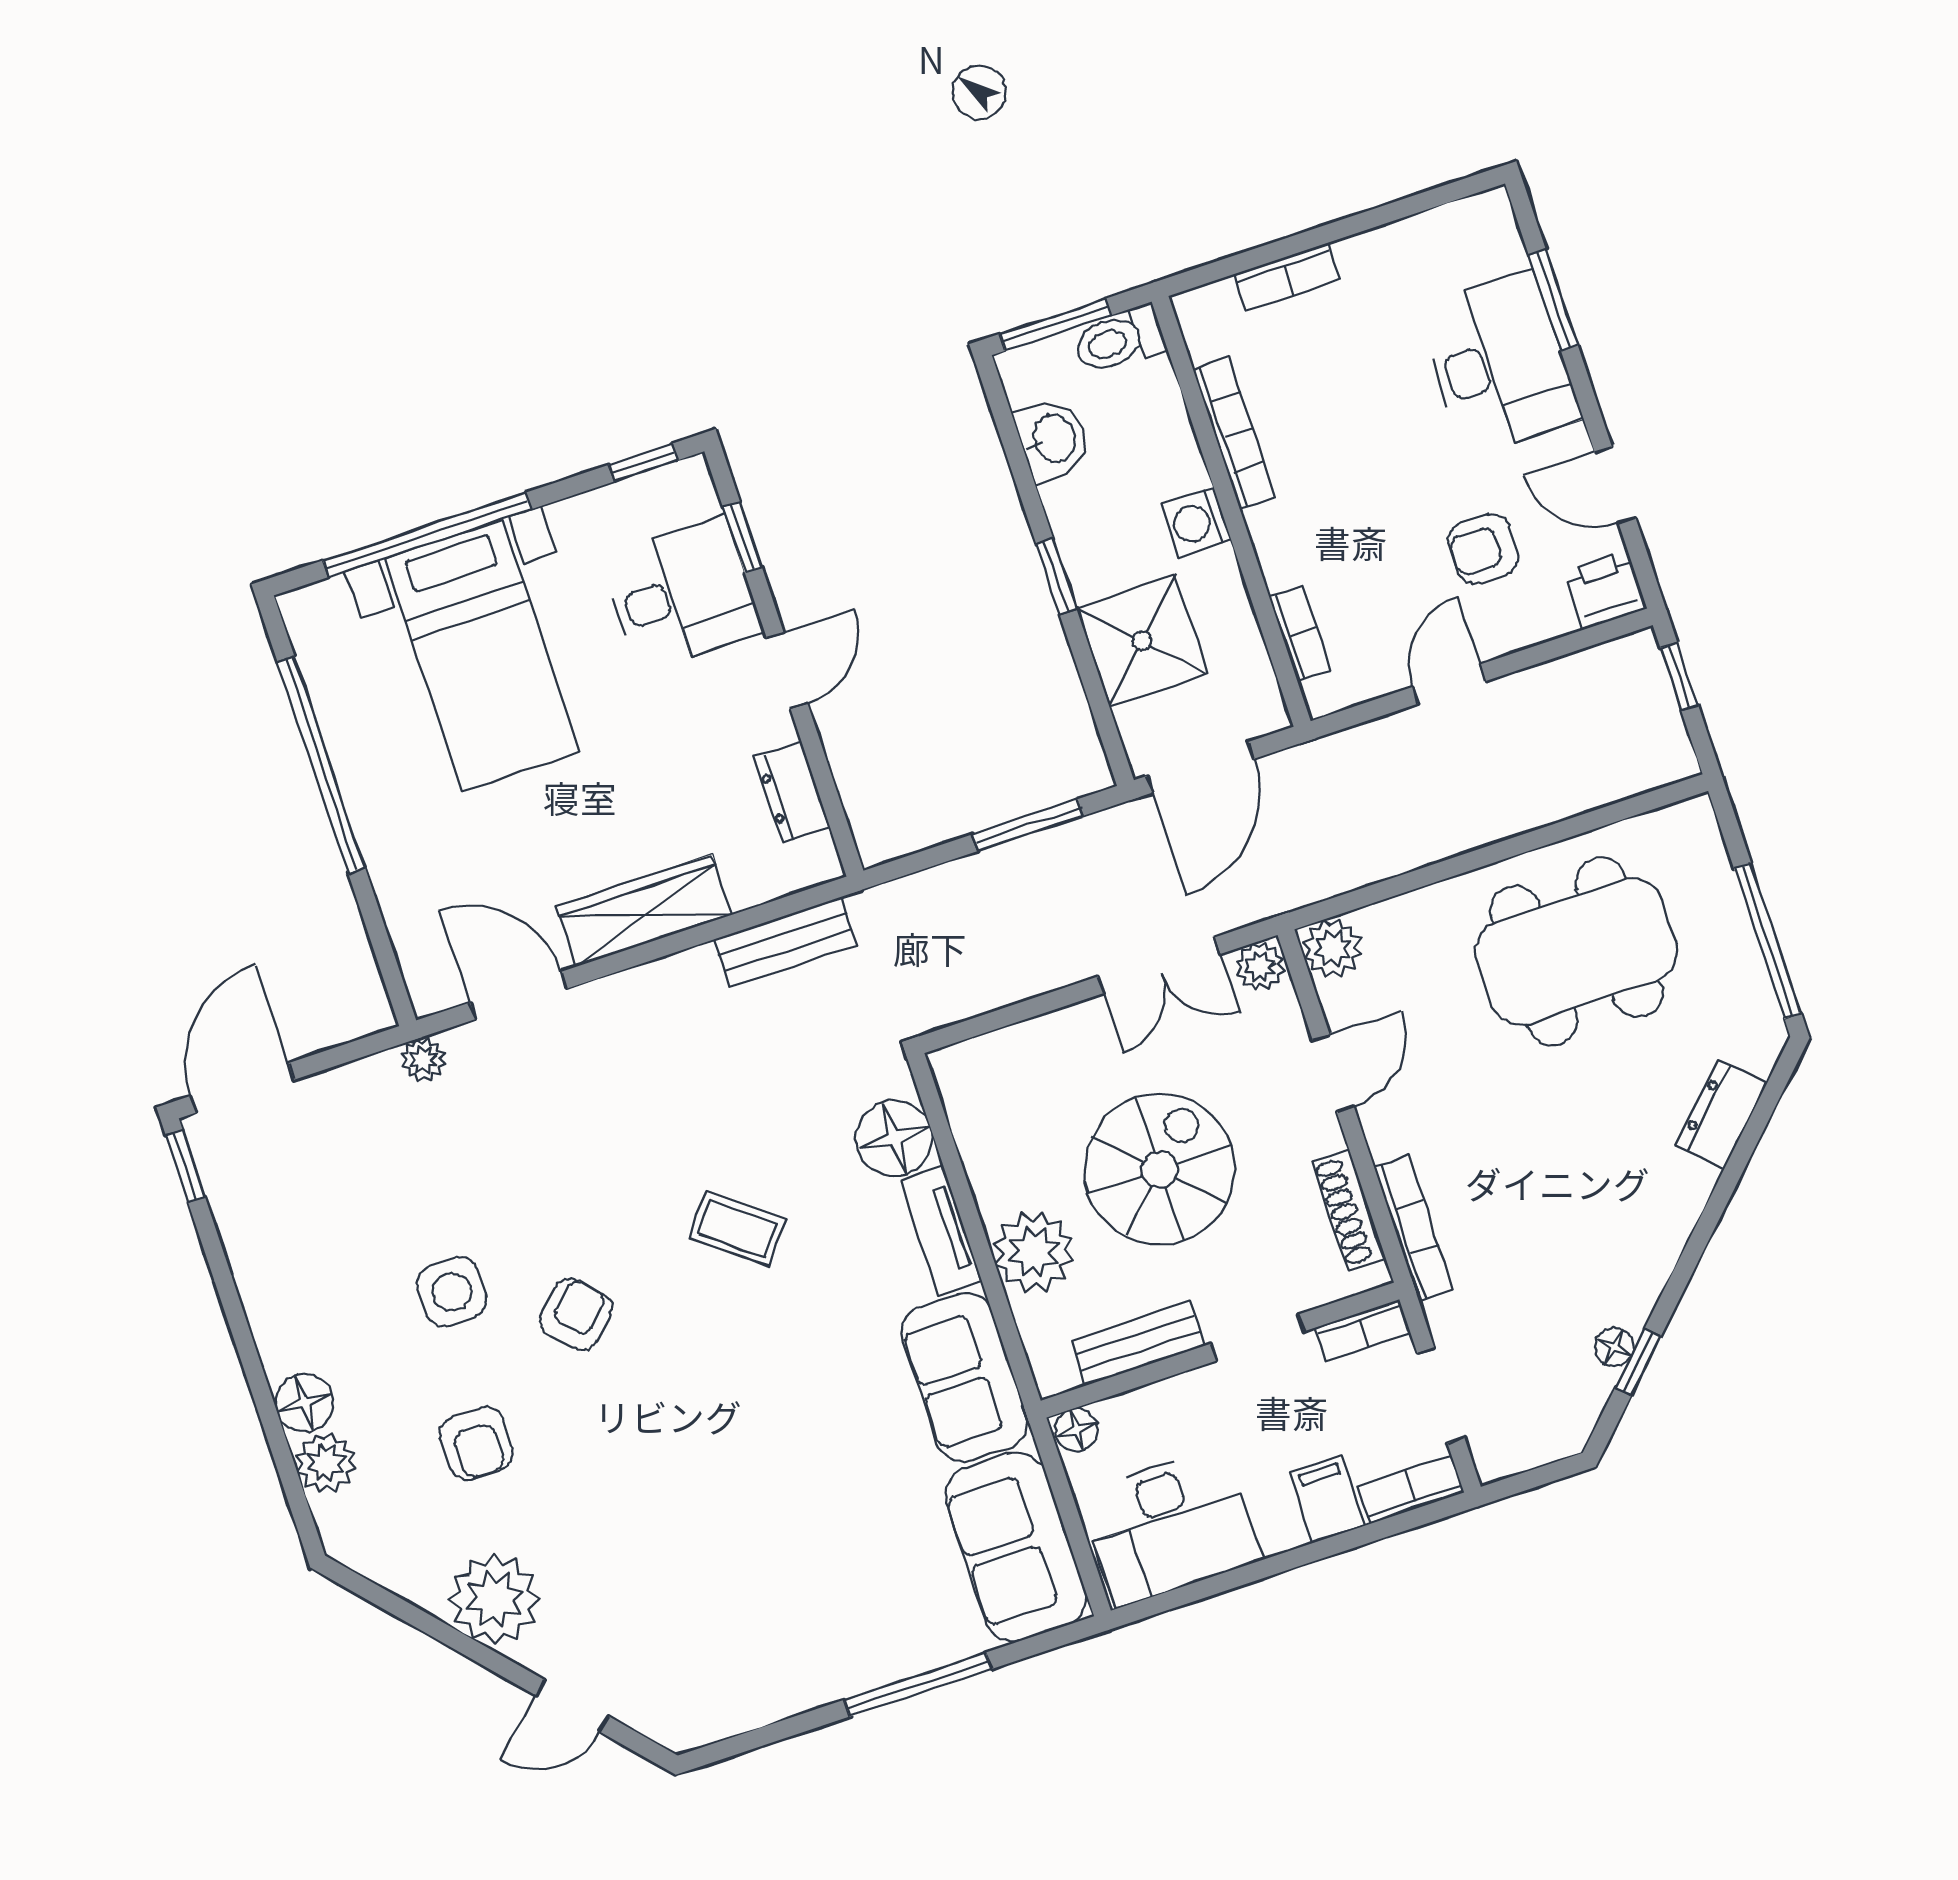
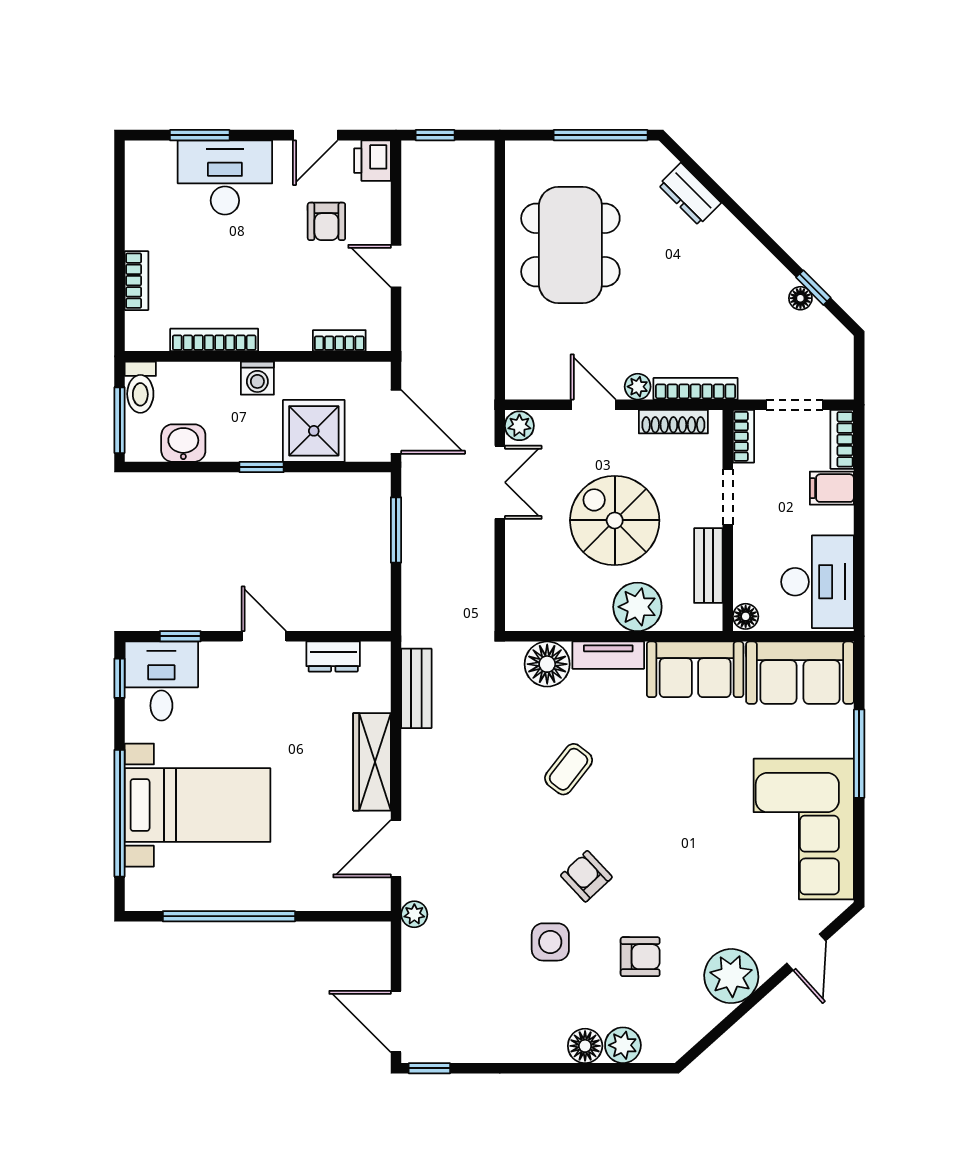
desk: (682, 594) -> (161, 681), moved
plant: (1332, 948) -> (638, 387), moved, width x0.73, depth x0.73
corner sofa: (768, 1636) -> (804, 829), added

